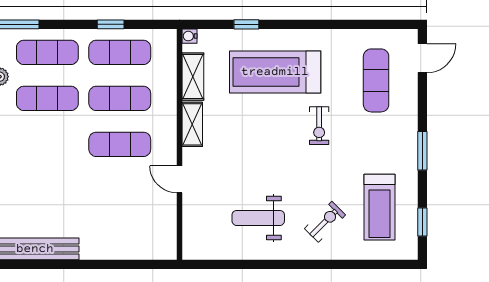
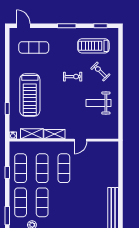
exercise bike: (319, 126) -> (73, 77), moved
treadmill: (380, 207) -> (93, 46), turned 180
weight bench: (258, 218) -> (99, 103), turned 90

